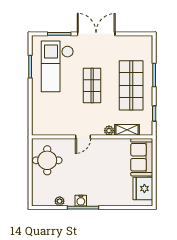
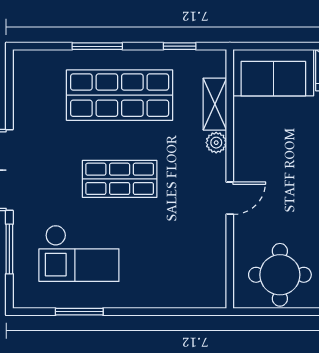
checkout: (57, 66) -> (79, 253), width x0.73, depth x0.83
door: (83, 137) -> (230, 198), hinge flipped

